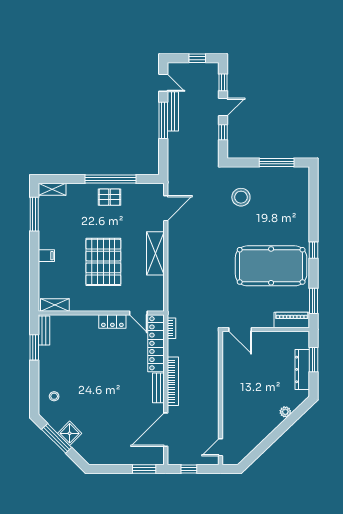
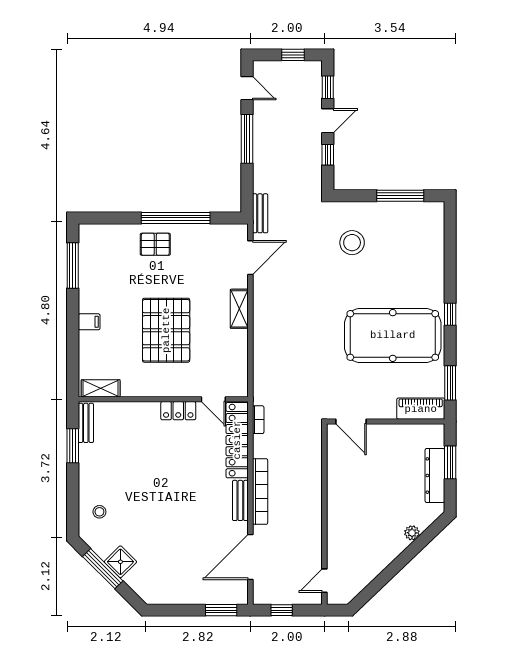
bench: (173, 111) -> (260, 213), moved, width x0.73
shelving: (52, 189) -> (97, 232), removed
pallet: (109, 197) -> (155, 244), moved
shelving: (155, 253) -> (239, 309), width x0.67, depth x0.75

